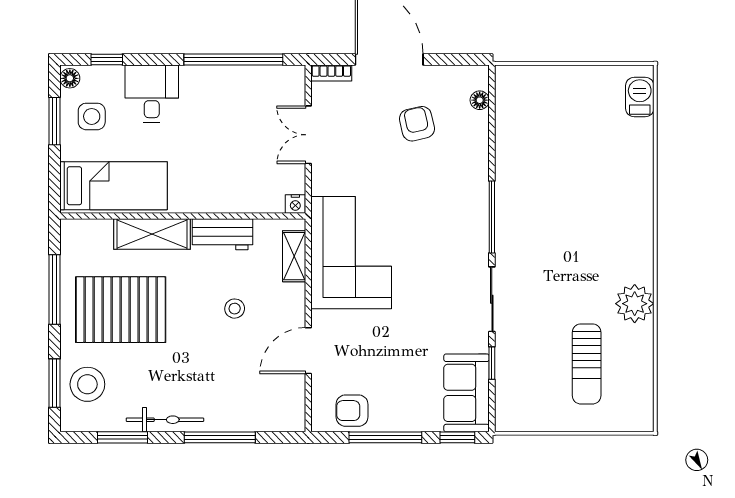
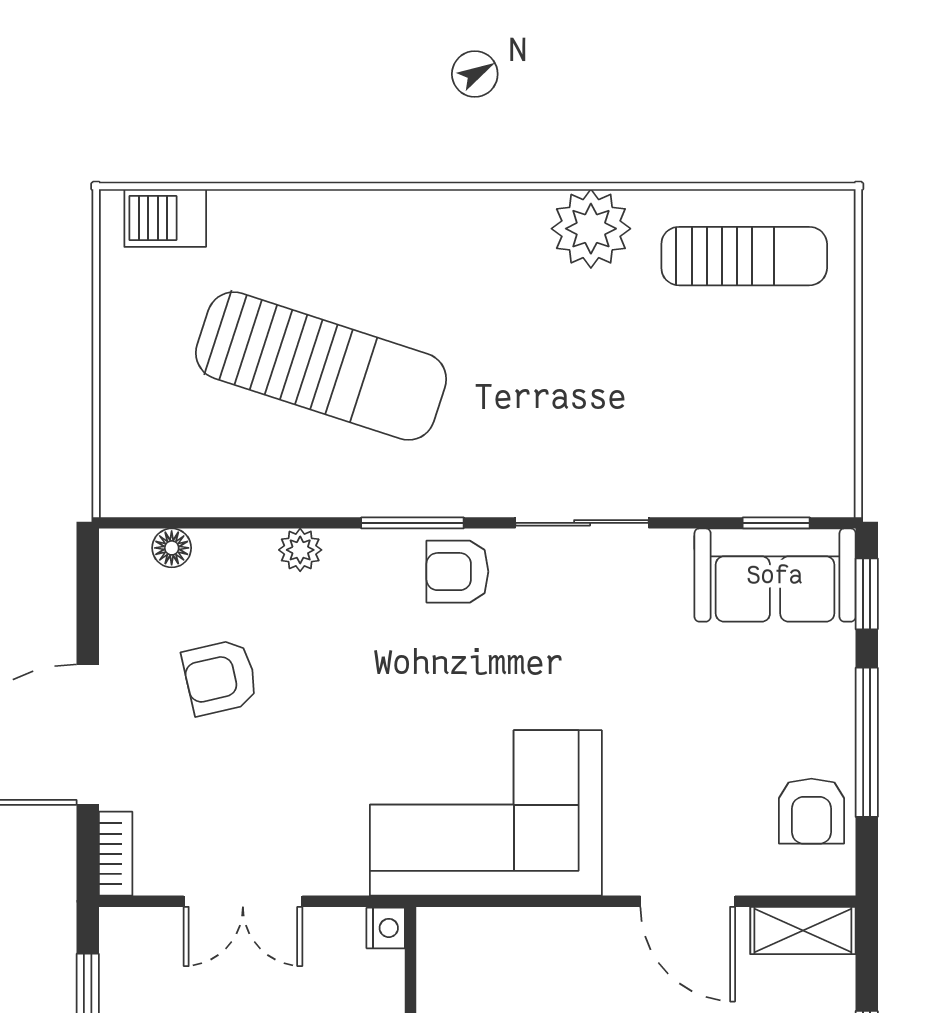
plant: (479, 163) -> (300, 550), added
sun lounger: (568, 173) -> (321, 366), added
window: (492, 217) -> (412, 523), width x0.69
armchair: (468, 239) -> (457, 572), added
shelving: (294, 256) -> (803, 931), moved
window: (492, 363) -> (776, 523), moved
sun lounger: (587, 364) -> (744, 256), moved

